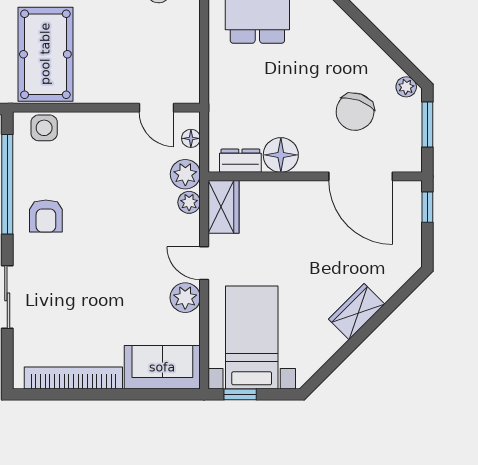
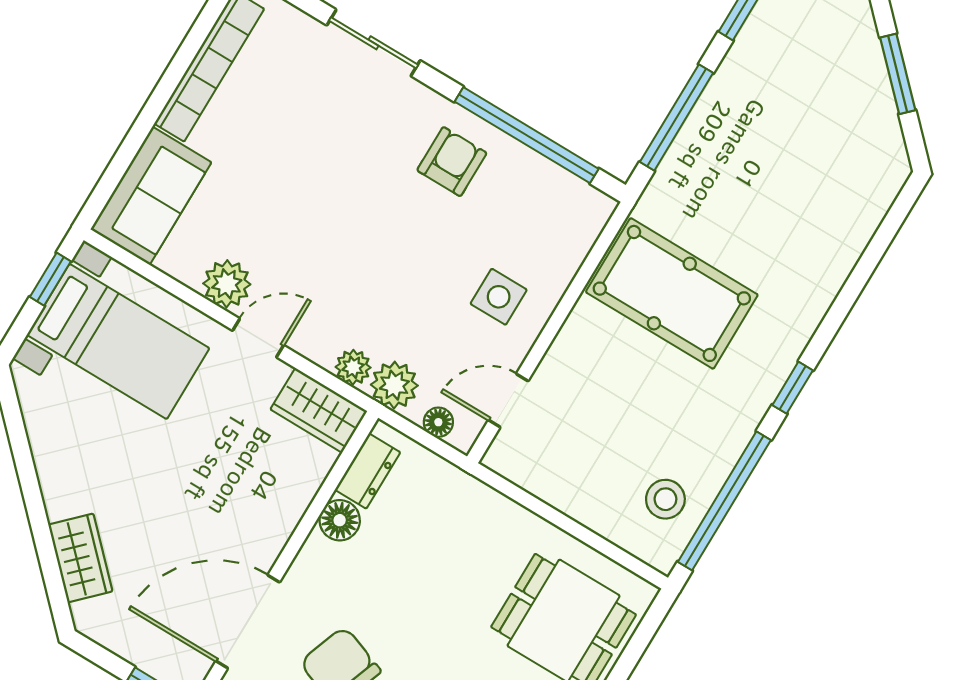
side table: (44, 128) -> (499, 297), moved
floor lamp: (281, 155) -> (340, 520), width x0.73, depth x0.73
armchair: (46, 216) -> (452, 162), turned 90
wardrobe: (357, 312) -> (80, 558), moved

